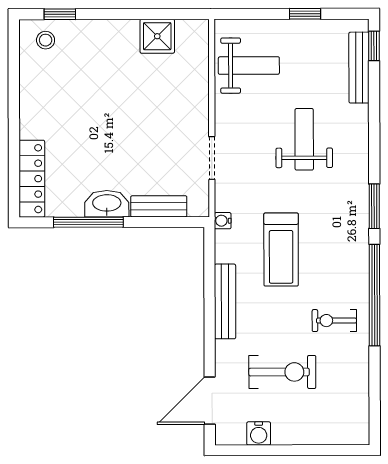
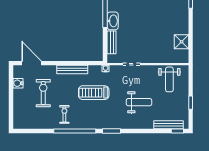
exercise bike: (282, 372) -> (43, 93), turned 180

